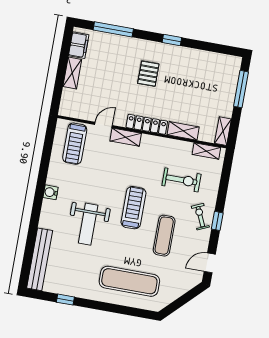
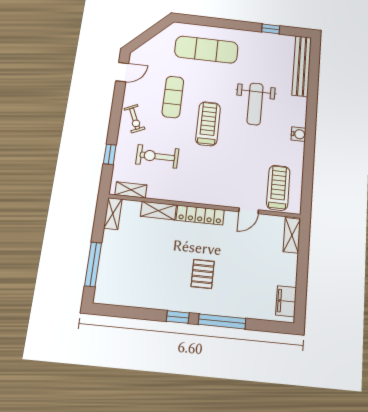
window: (113, 29) -> (222, 321), moved
shelving: (72, 73) -> (292, 235), moved
shelving: (126, 137) -> (223, 199), removed
treadmill: (133, 208) -> (208, 124), turned 180
window: (217, 221) -> (110, 154), moved
weight bench: (88, 224) -> (255, 104), turned 180

